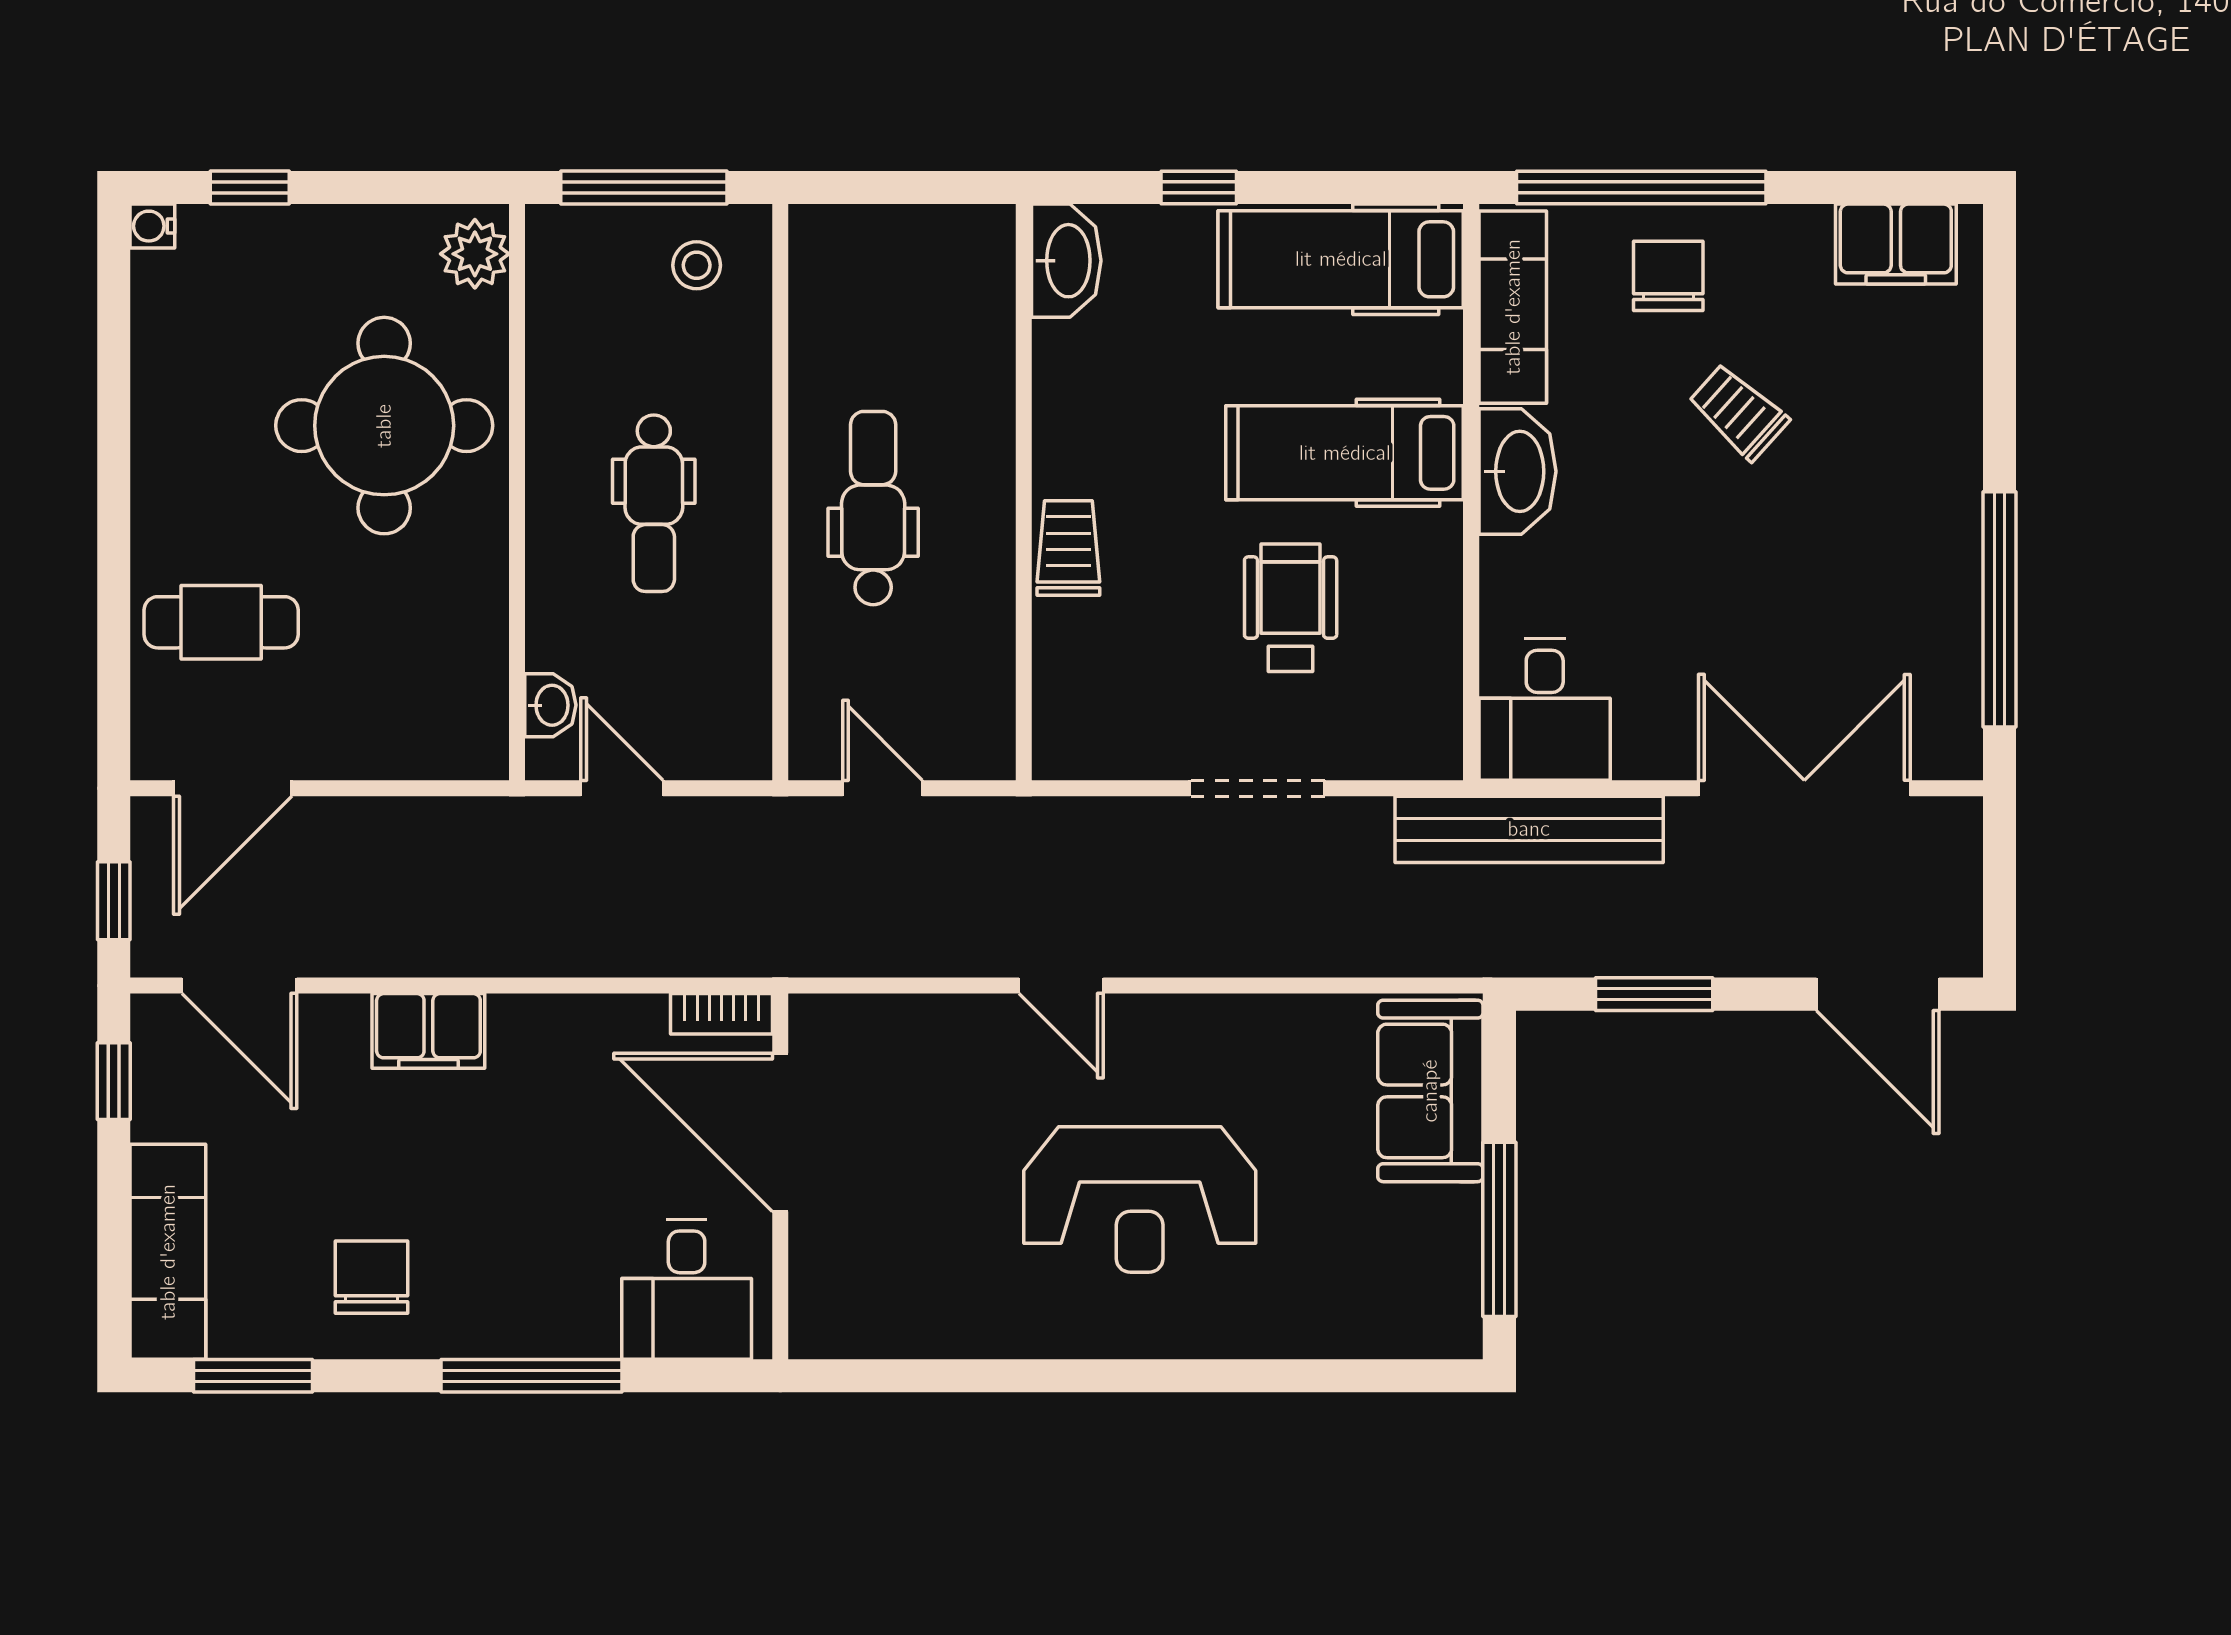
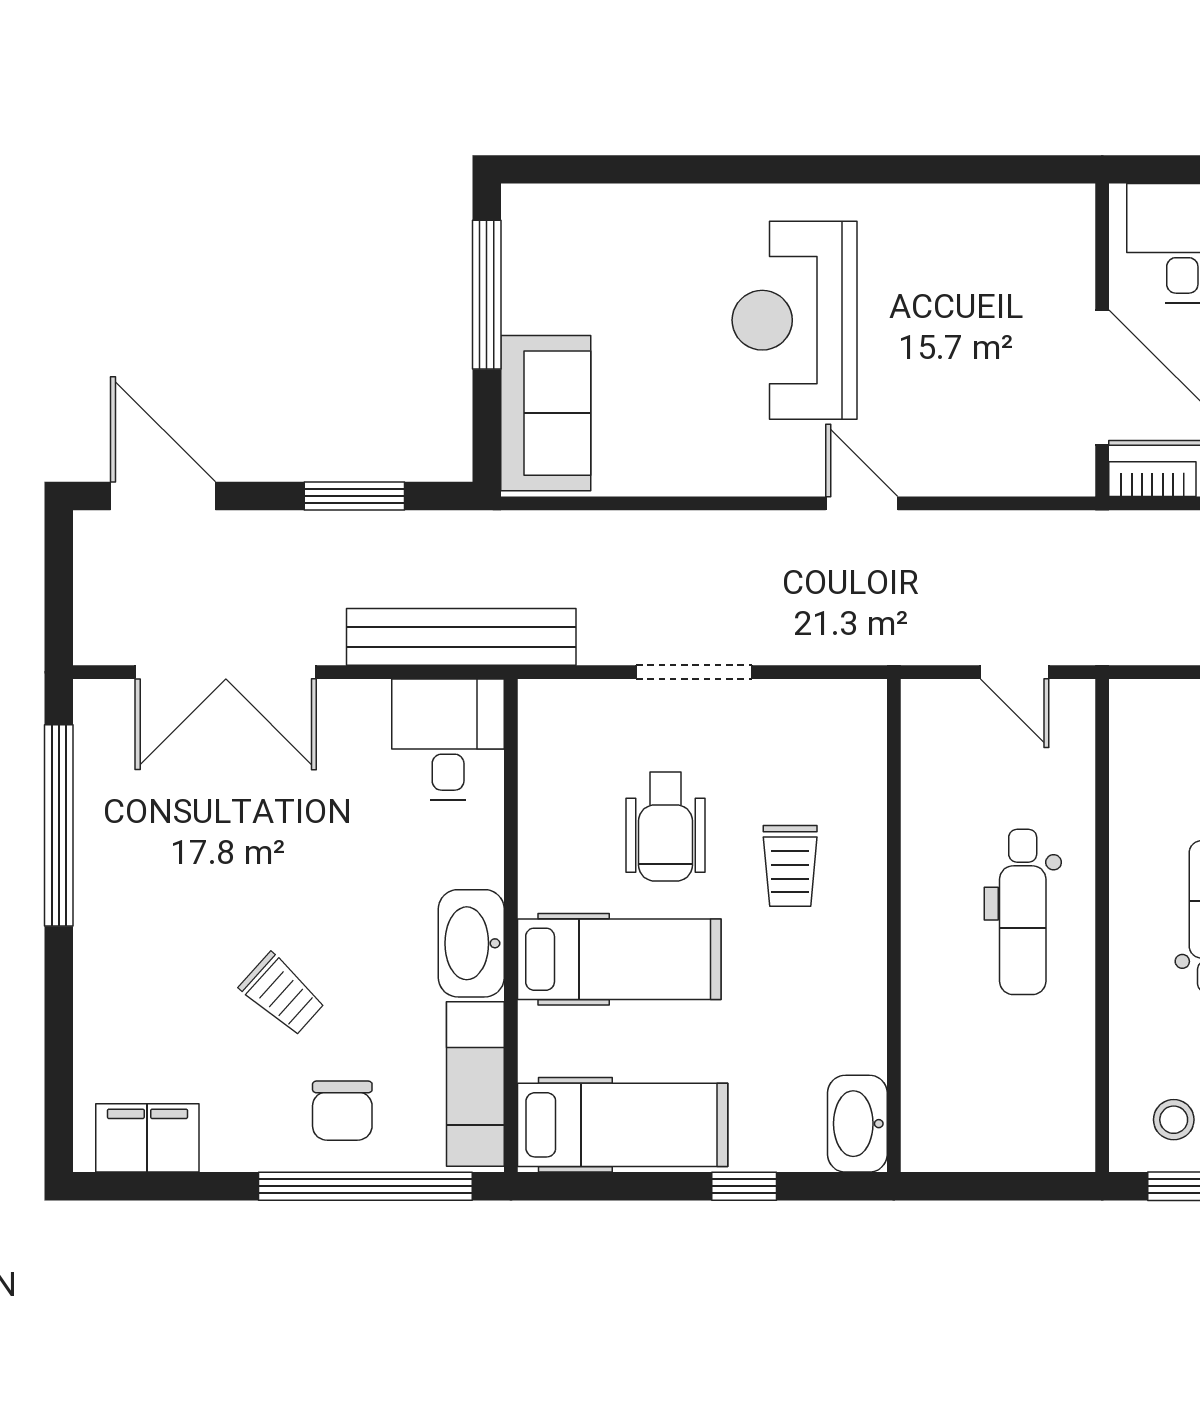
trolley: (1068, 548) -> (790, 866), moved
reception desk: (1140, 1200) -> (795, 320), turned -90

